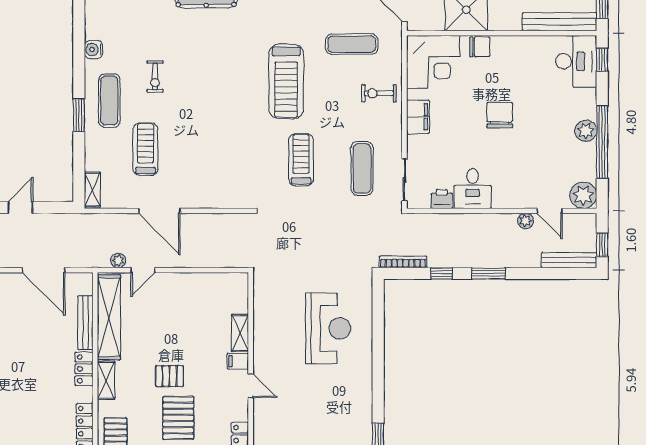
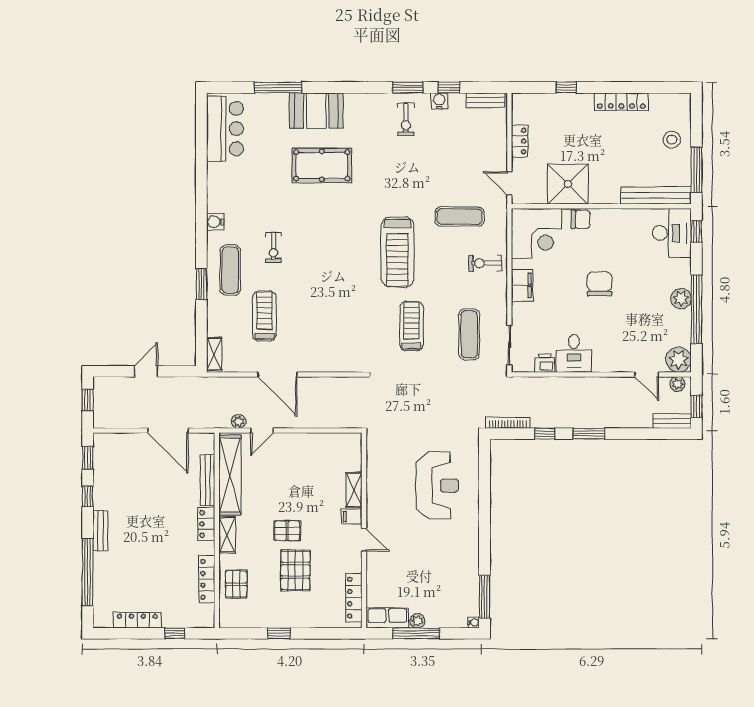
plant: (526, 221) -> (677, 384), moved
bench: (569, 260) -> (672, 421), width x0.73

